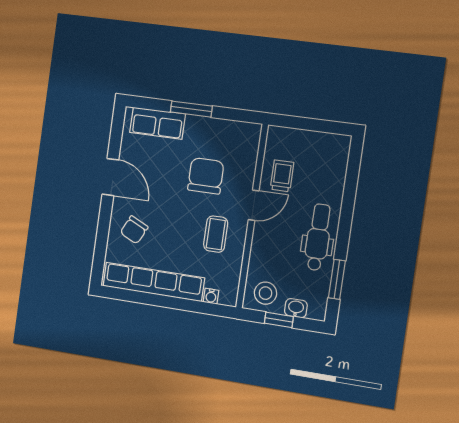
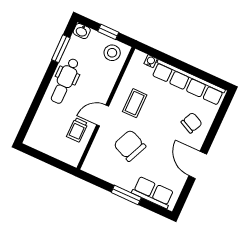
chair: (206, 176) -> (130, 146), turned 114
washbasin: (296, 308) -> (82, 31), moved

